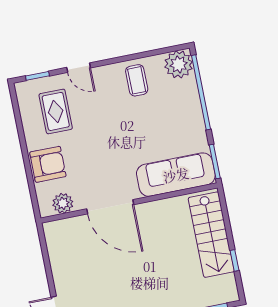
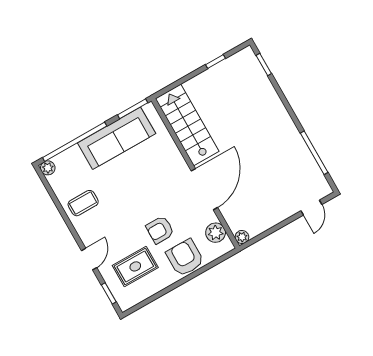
plant: (179, 64) -> (48, 168), width x0.53, depth x0.53
armchair: (84, 148) -> (160, 230), added
sofa: (176, 175) -> (117, 138), moved, turned -90
plant: (50, 228) -> (242, 237), added
stairs: (211, 235) -> (187, 125), moved, turned -90

